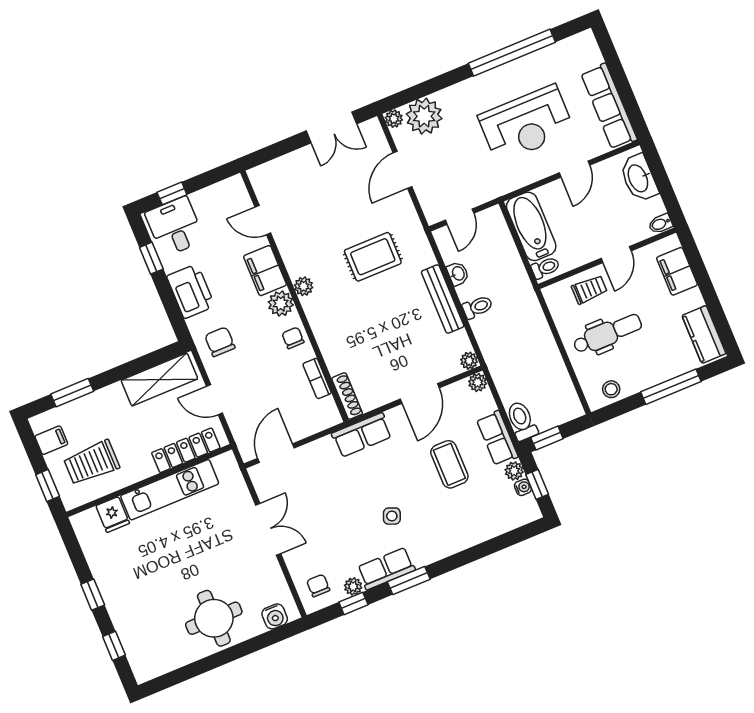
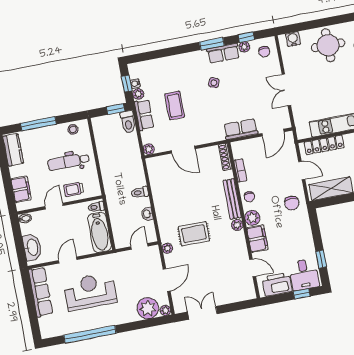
printer: (191, 291) -> (277, 284), moved, turned 90
bench: (443, 299) -> (232, 199), moved
plant: (469, 361) -> (167, 248), moved
door: (420, 394) -> (183, 150), swing flipped
row of seats: (362, 435) -> (241, 129), moved

